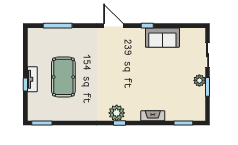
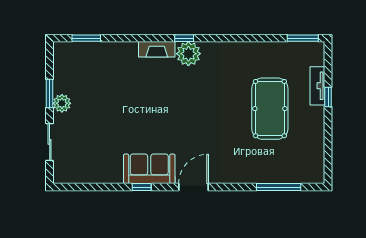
door: (113, 26) -> (193, 187), swing flipped
sofa: (162, 38) -> (149, 169), moved
tv unit: (32, 79) -> (317, 86), moved
fireplace: (153, 116) -> (157, 49), moved

